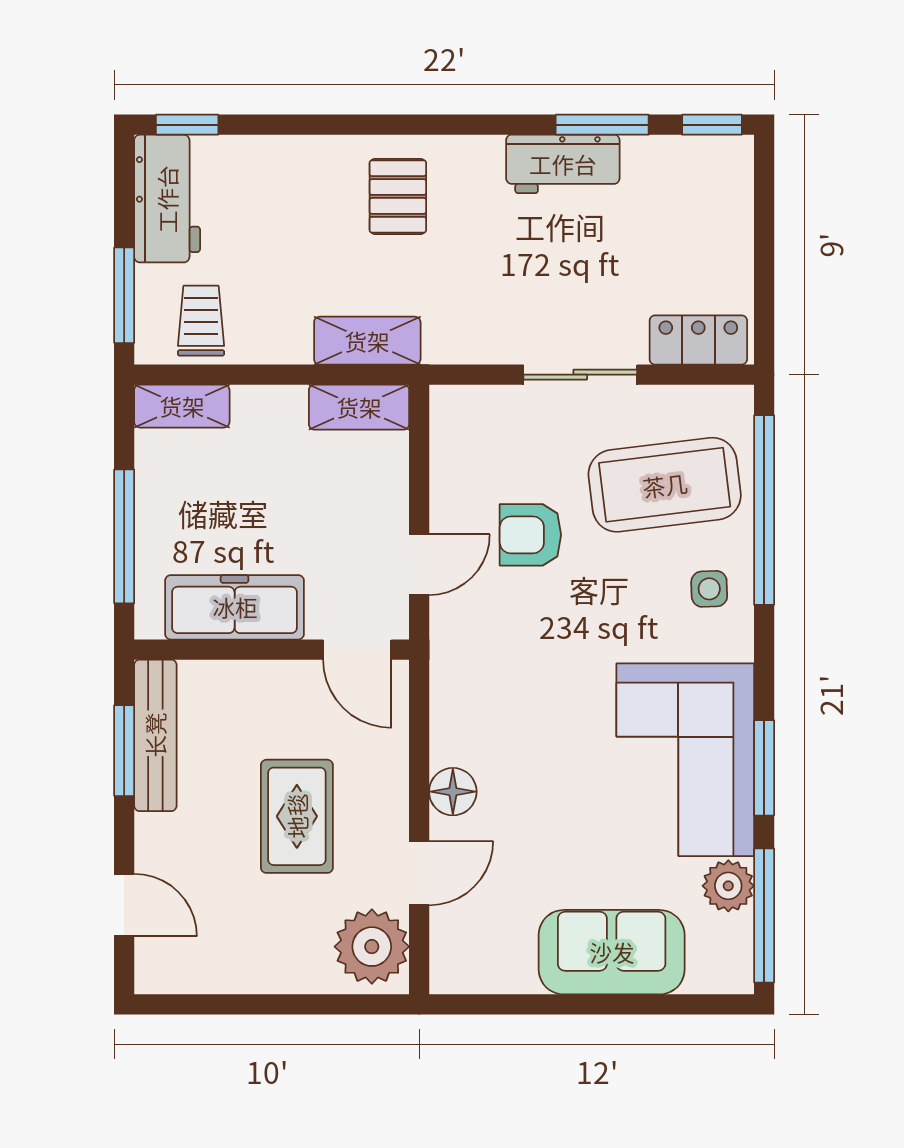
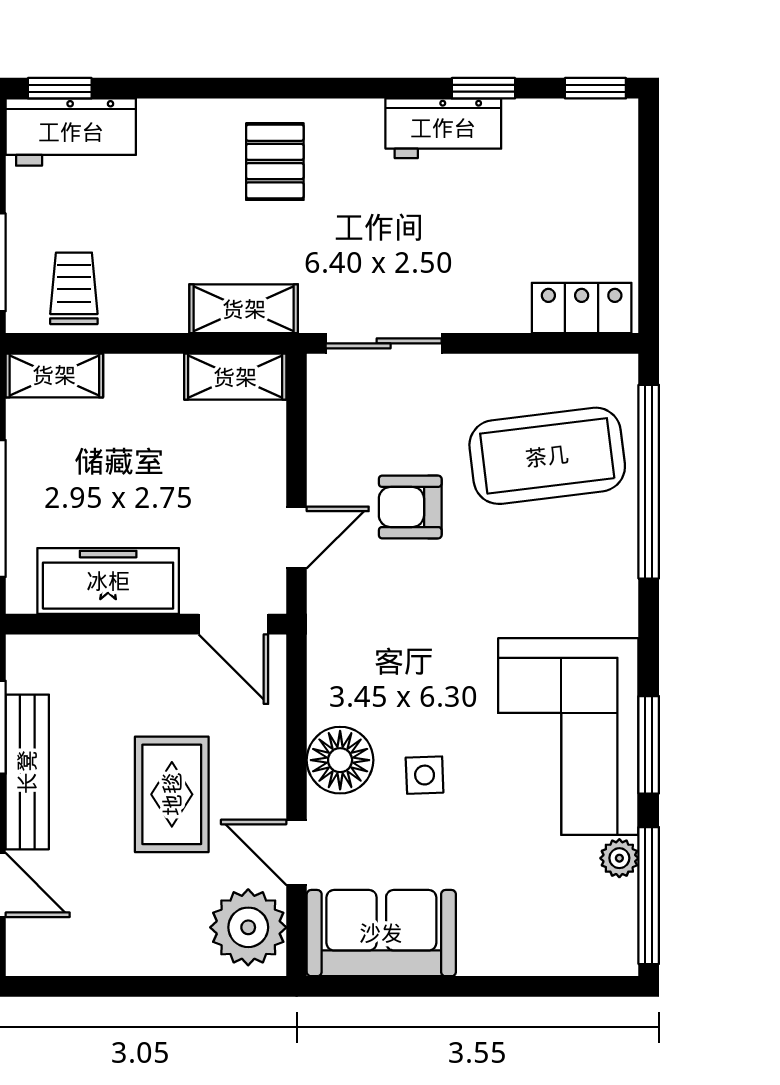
window: (602, 125) -> (483, 88), width x0.67
workbench: (167, 199) -> (71, 132), moved, turned 90
sliding door: (580, 375) -> (384, 343), moved
side table: (709, 589) -> (425, 775), moved
bench: (155, 735) -> (27, 772), moved
floor lamp: (453, 792) -> (340, 760), width x1.38, depth x1.38
door: (419, 873) -> (297, 852), swing flipped
plant: (728, 886) -> (619, 858), width x0.73, depth x0.73
sofa: (612, 952) -> (381, 933), moved

